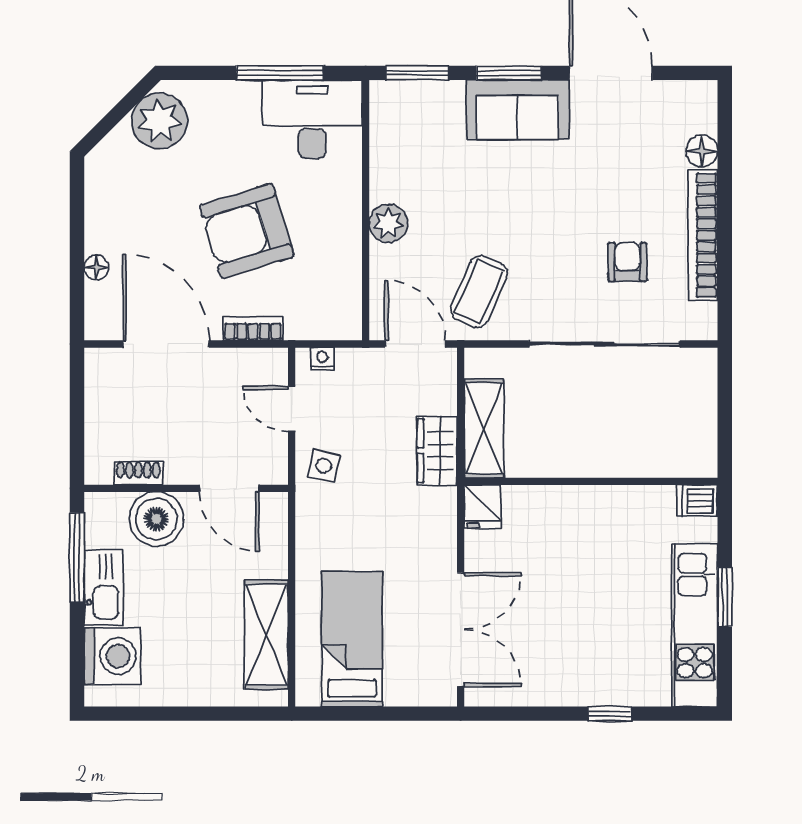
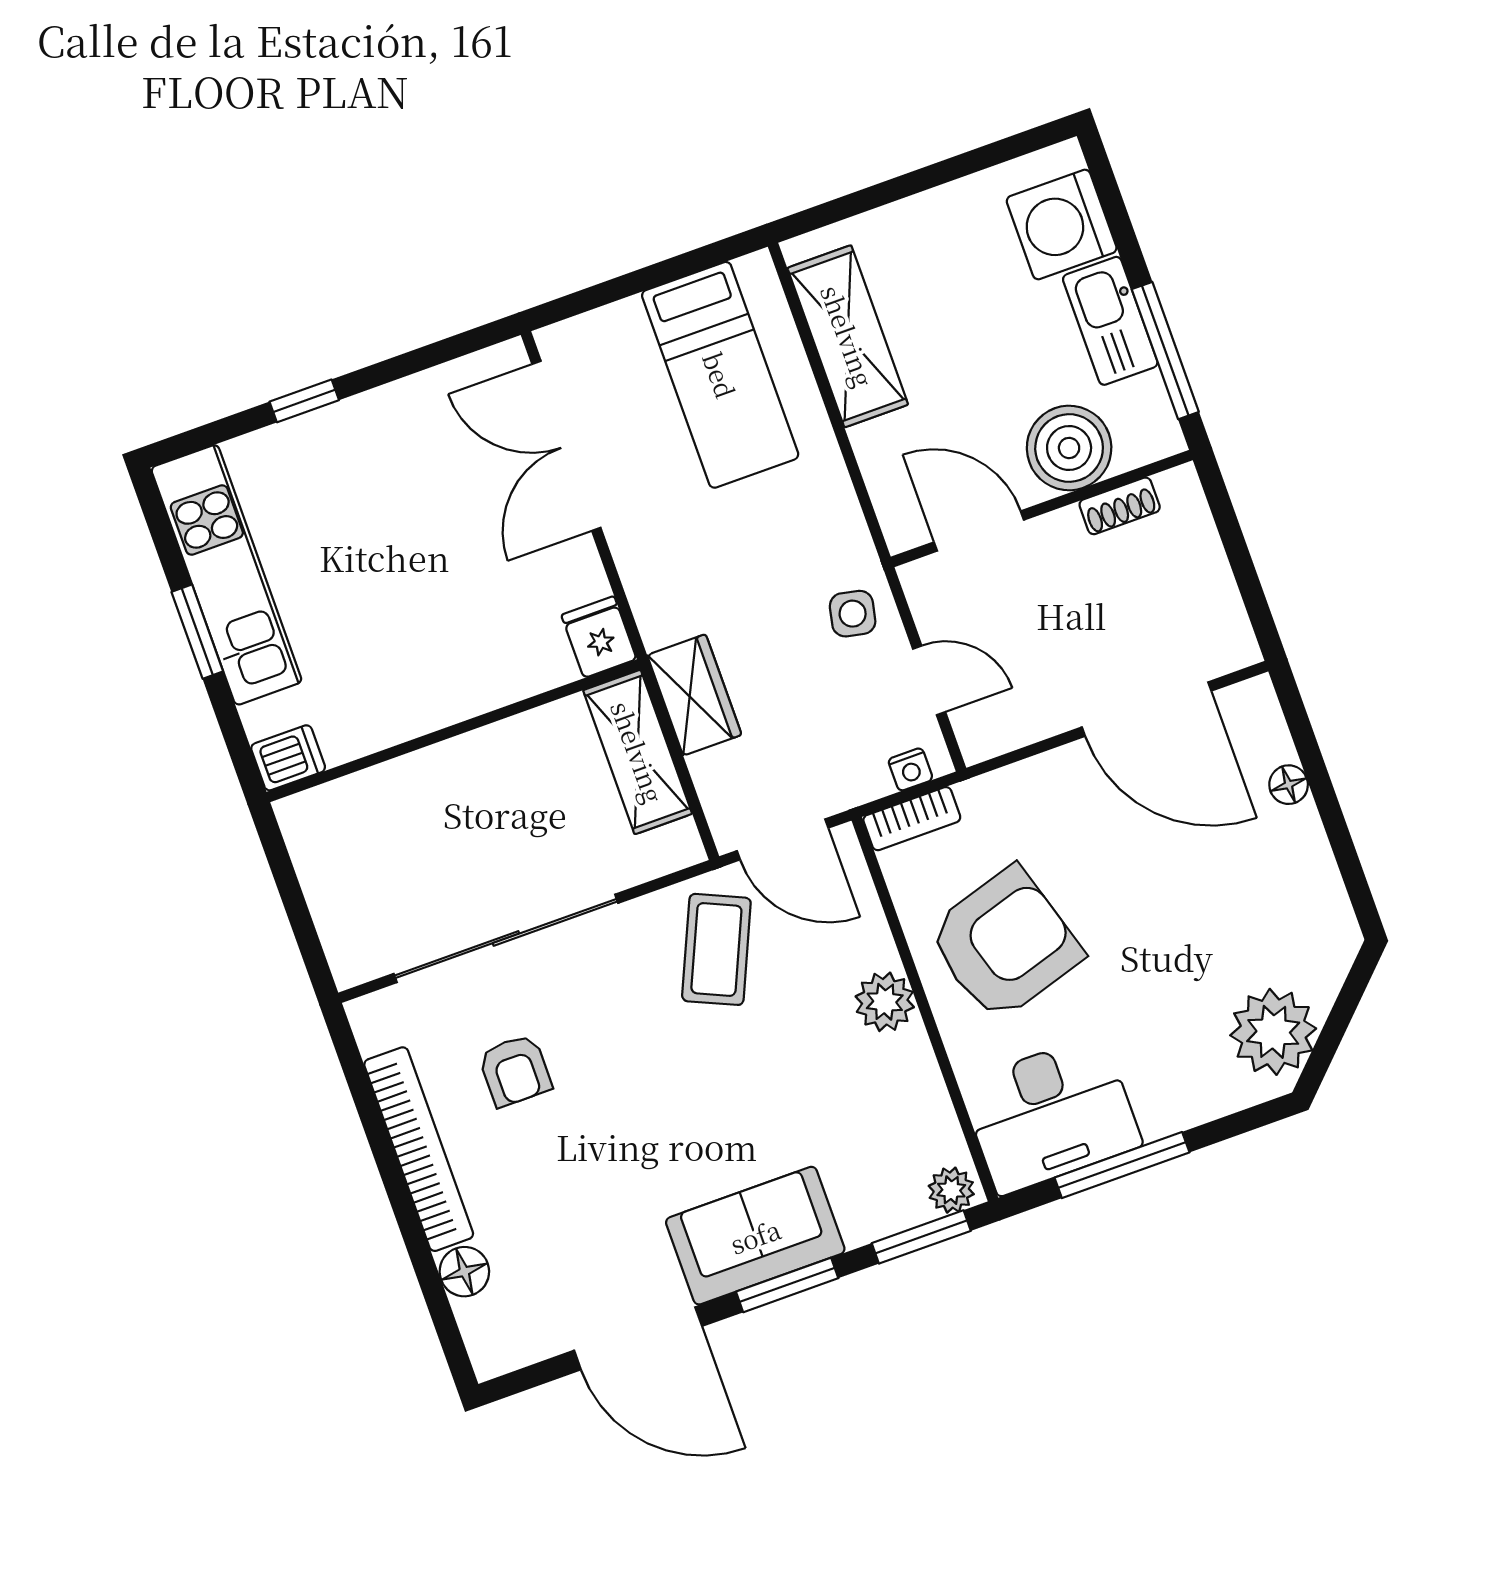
plant: (389, 95) -> (951, 1190), added
armchair: (247, 231) -> (1005, 944), moved
bookcase: (253, 329) -> (912, 819), moved

